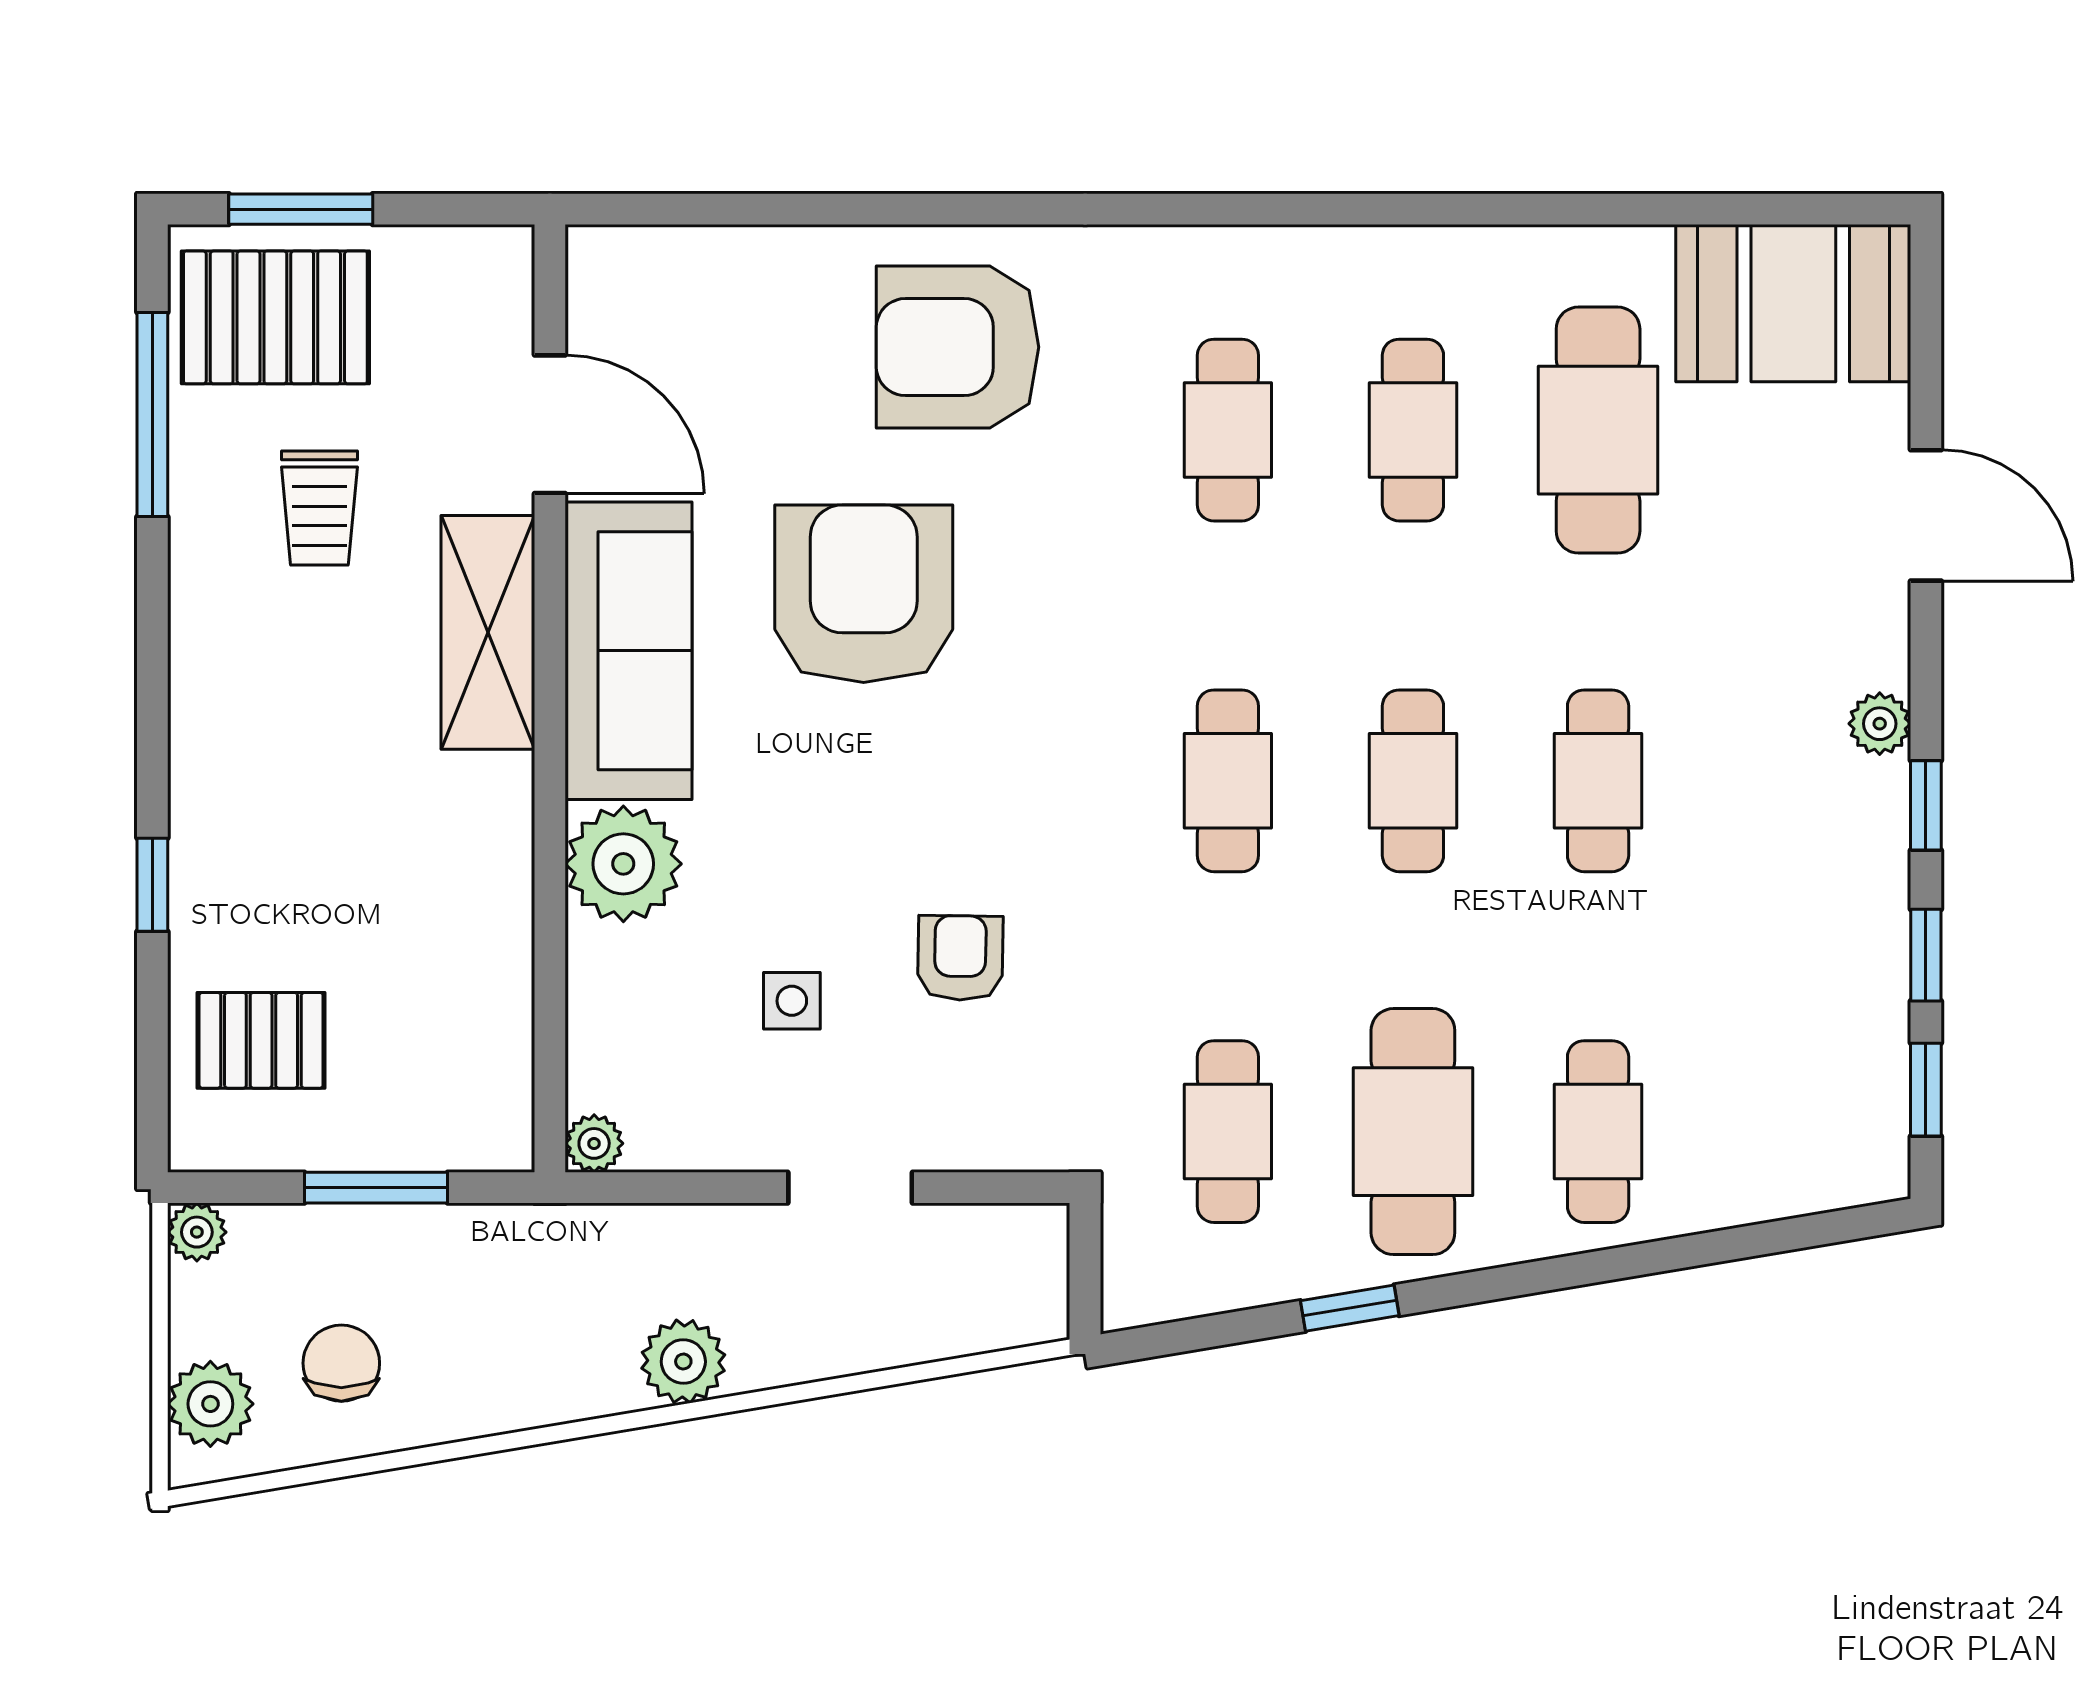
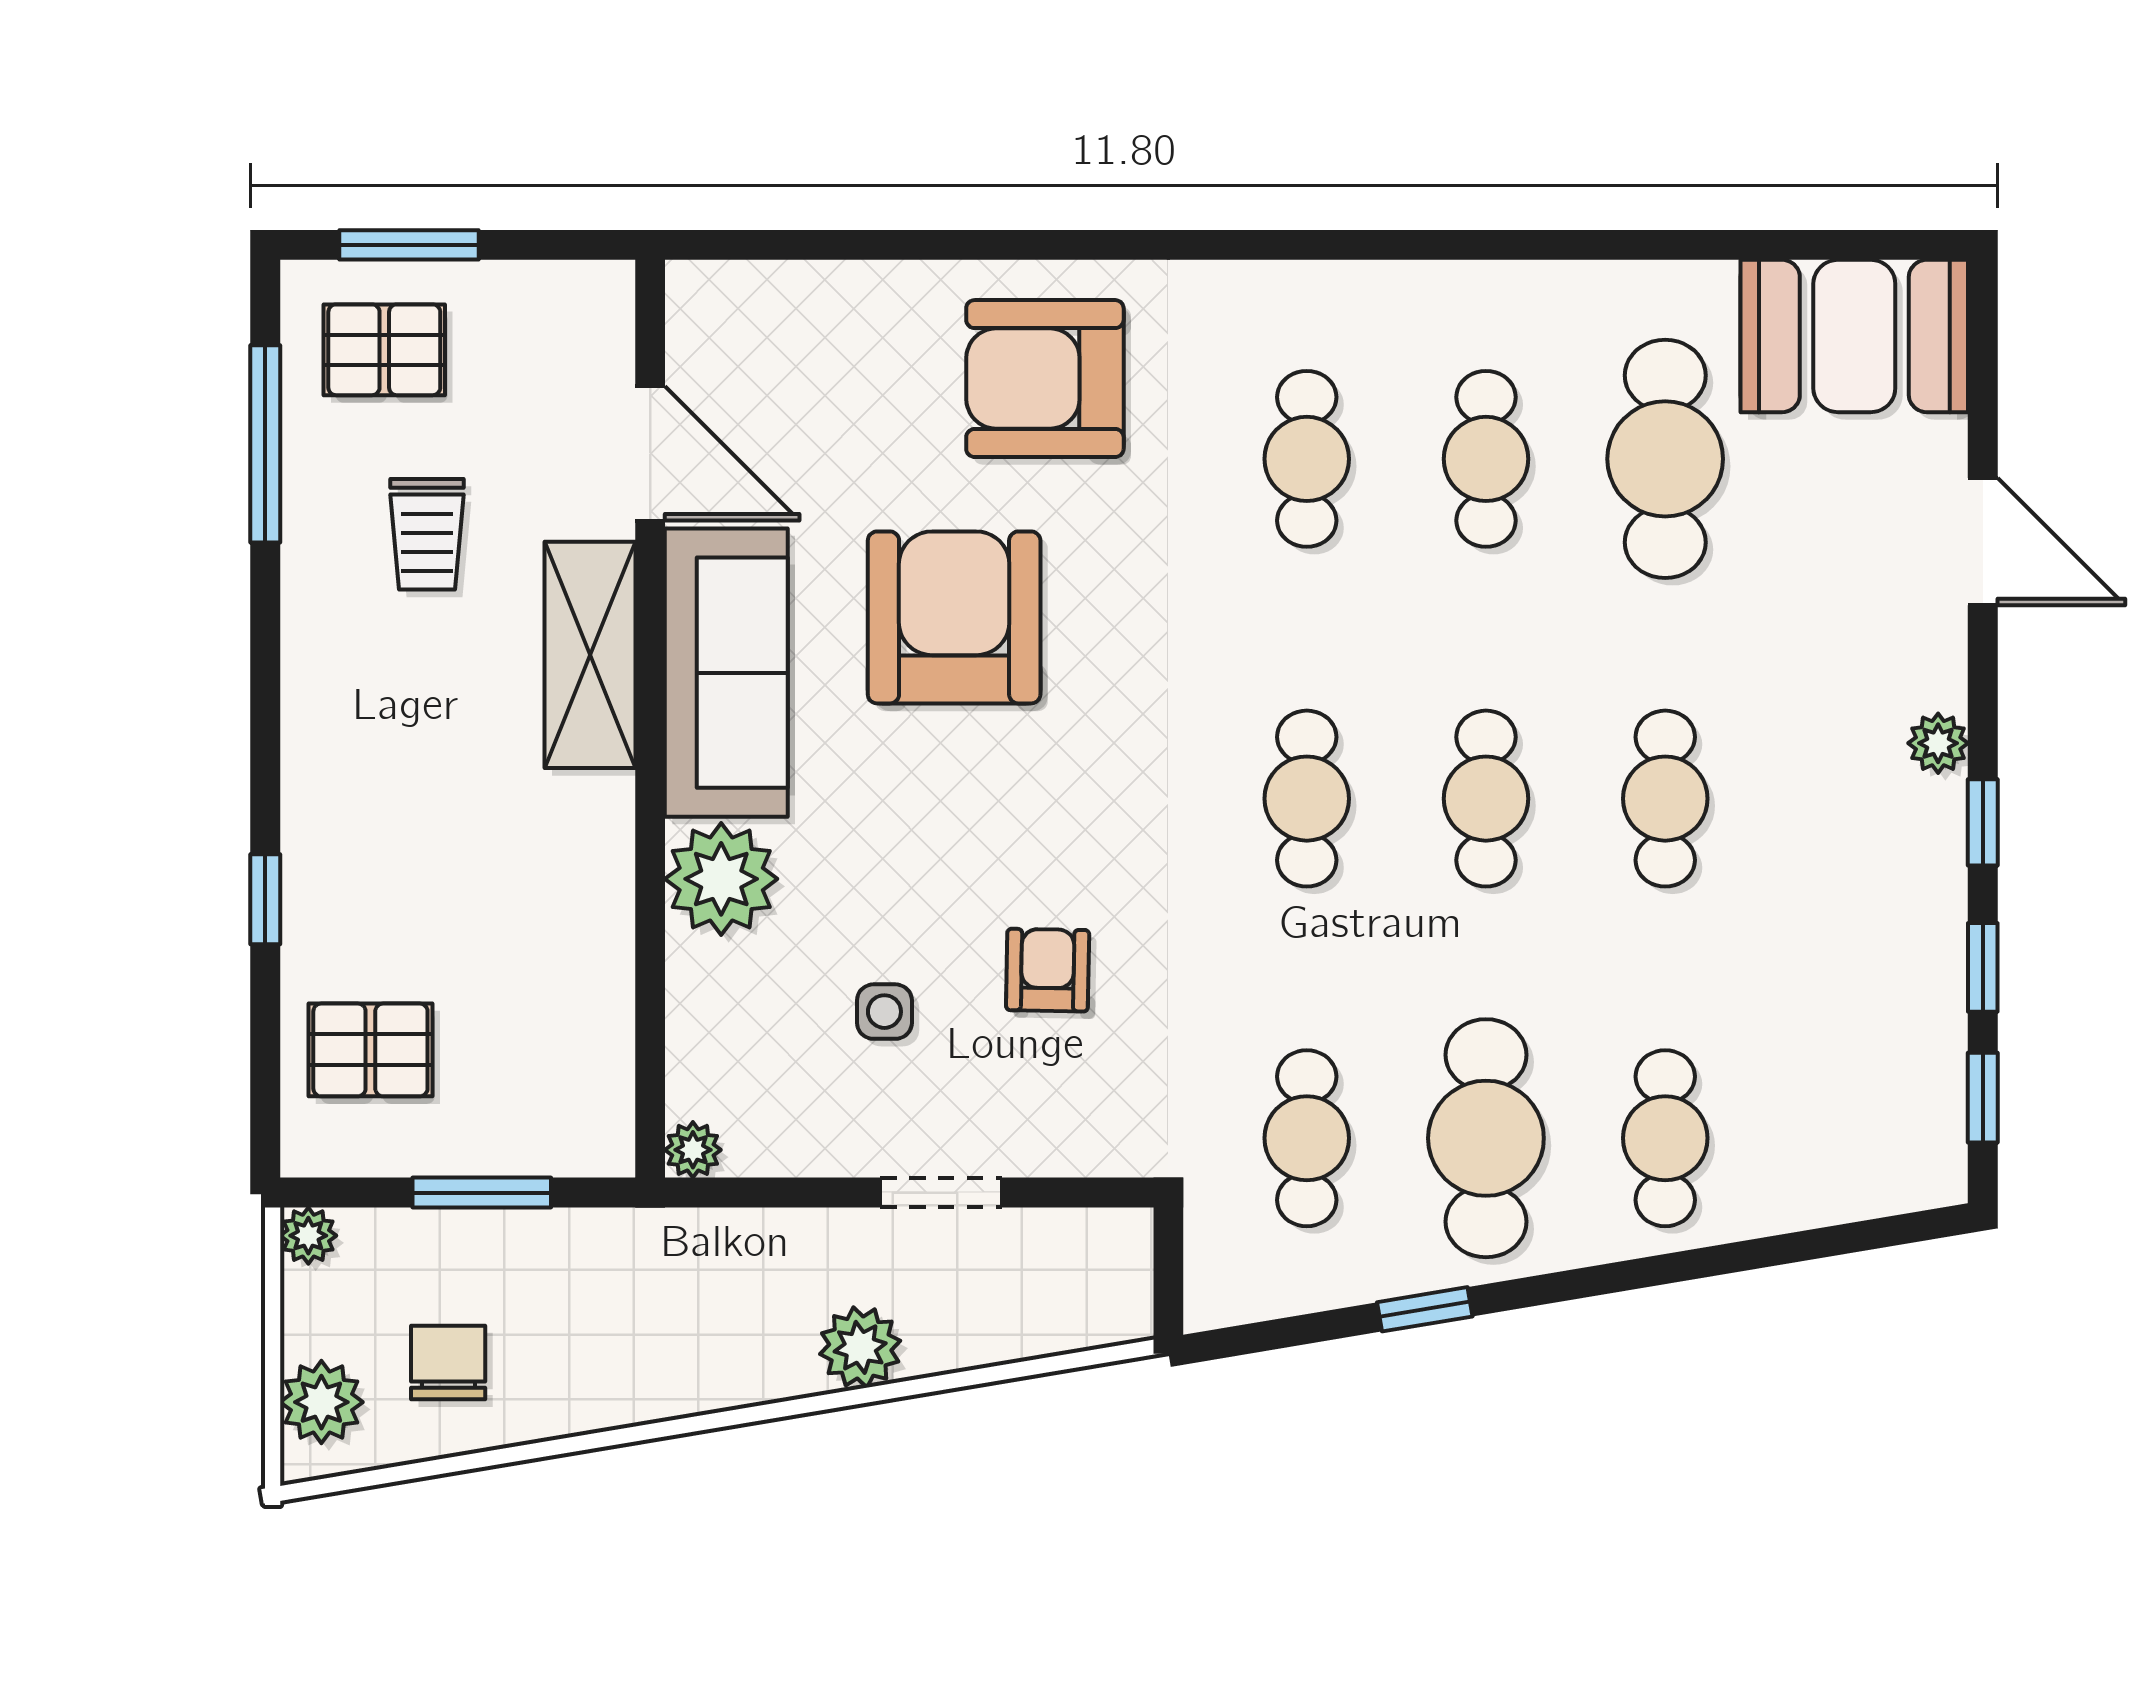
pallet: (275, 317) -> (384, 350), width x0.67, depth x0.71
plant: (683, 1361) -> (860, 1347), moved

